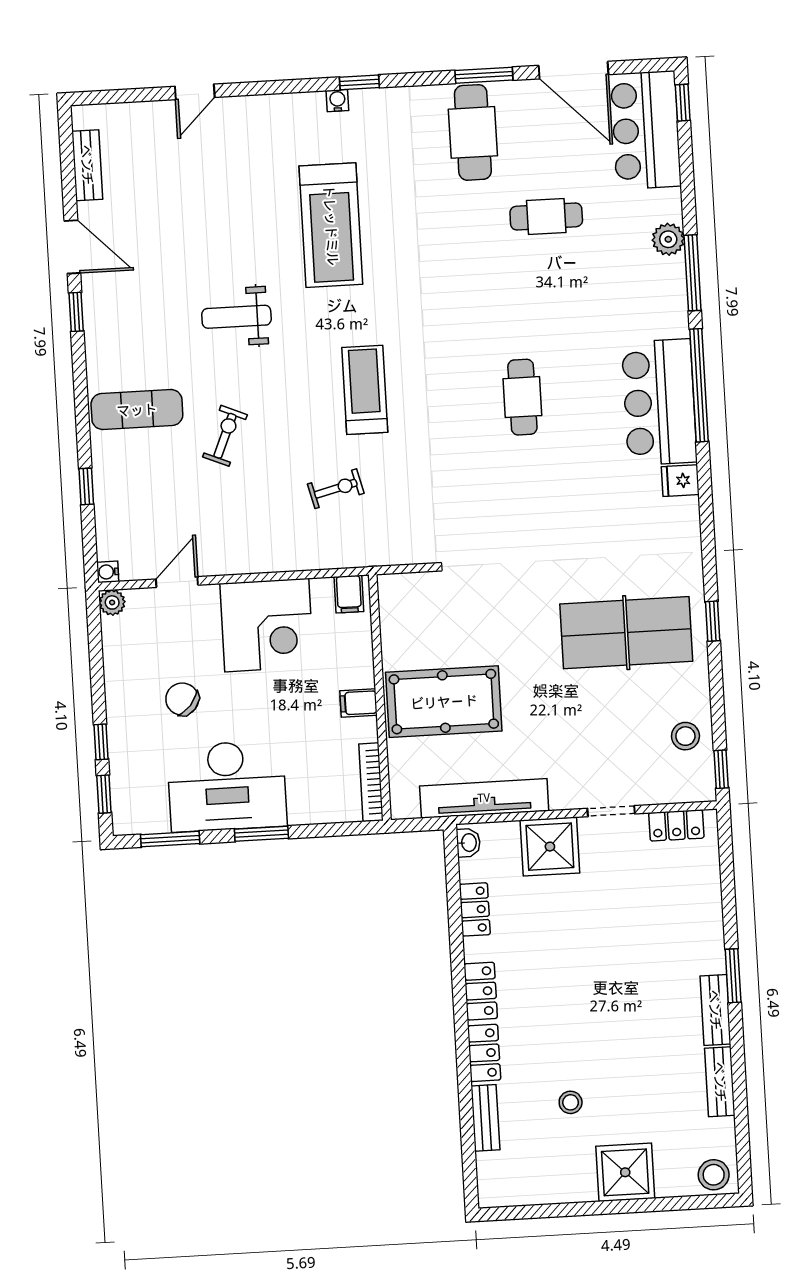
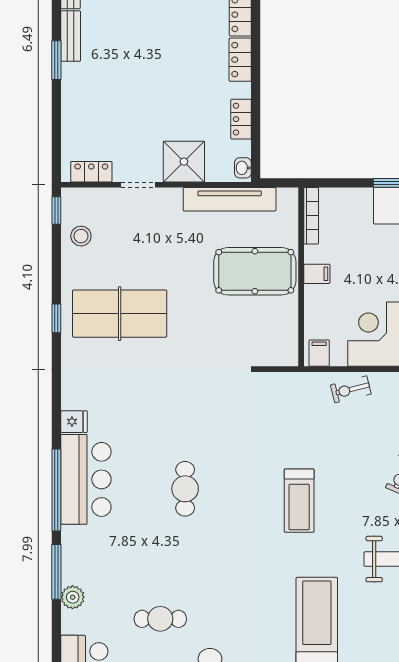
exercise bike: (336, 489) -> (351, 389), moved

